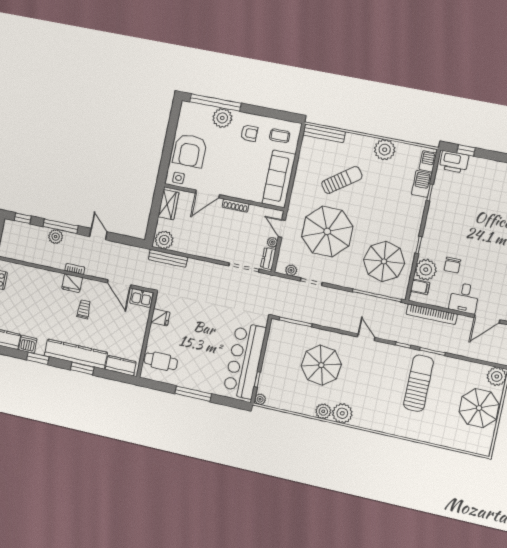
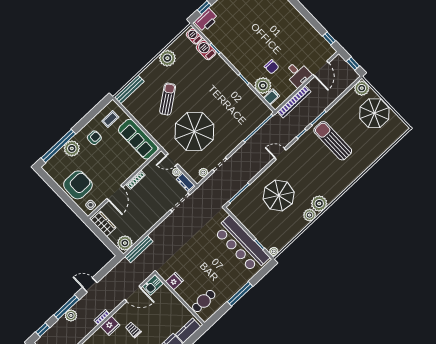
armchair: (190, 151) -> (78, 185), turned -90
parasol: (384, 261) -> (239, 108), removed

